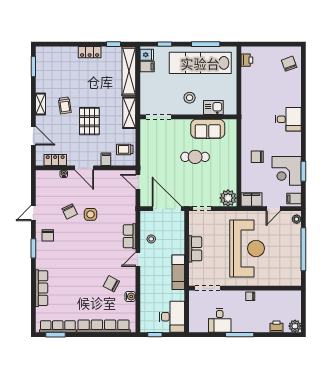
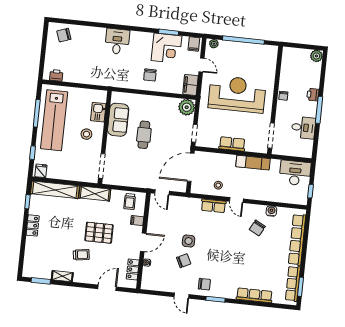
filing cabinet: (147, 67) -> (52, 172), removed
shelving: (41, 104) -> (62, 276), moved
door: (138, 182) -> (162, 192), hinge flipped
printer: (277, 327) -> (313, 95), moved

